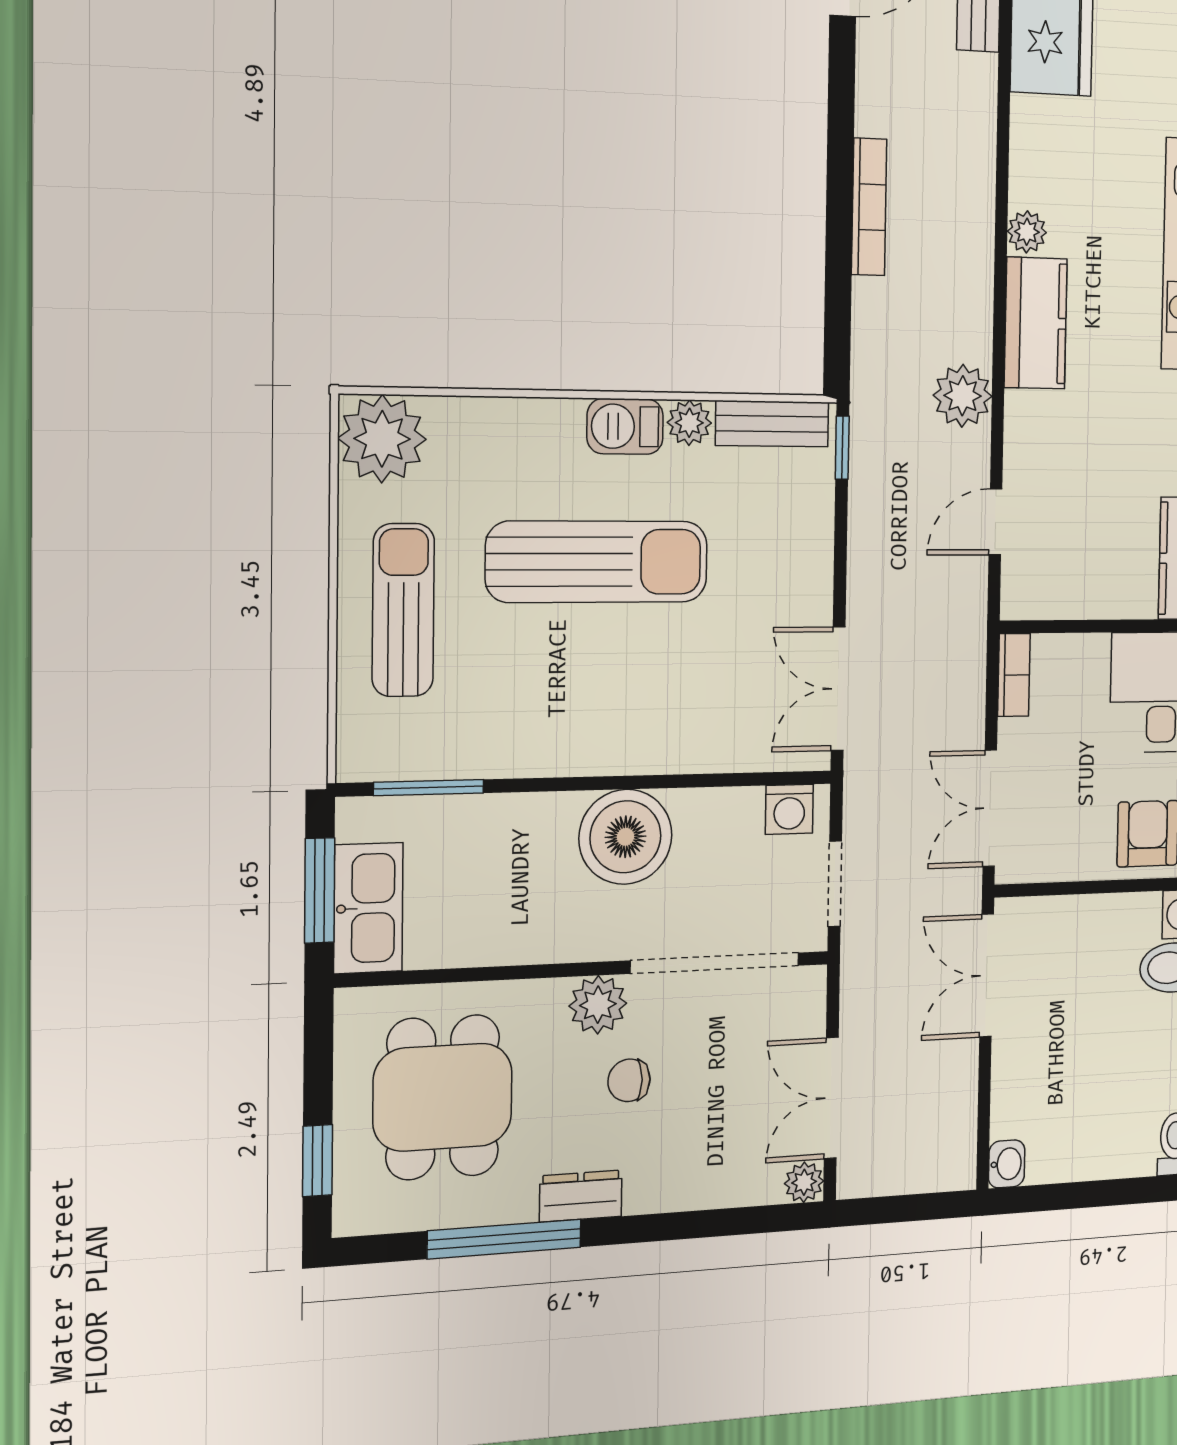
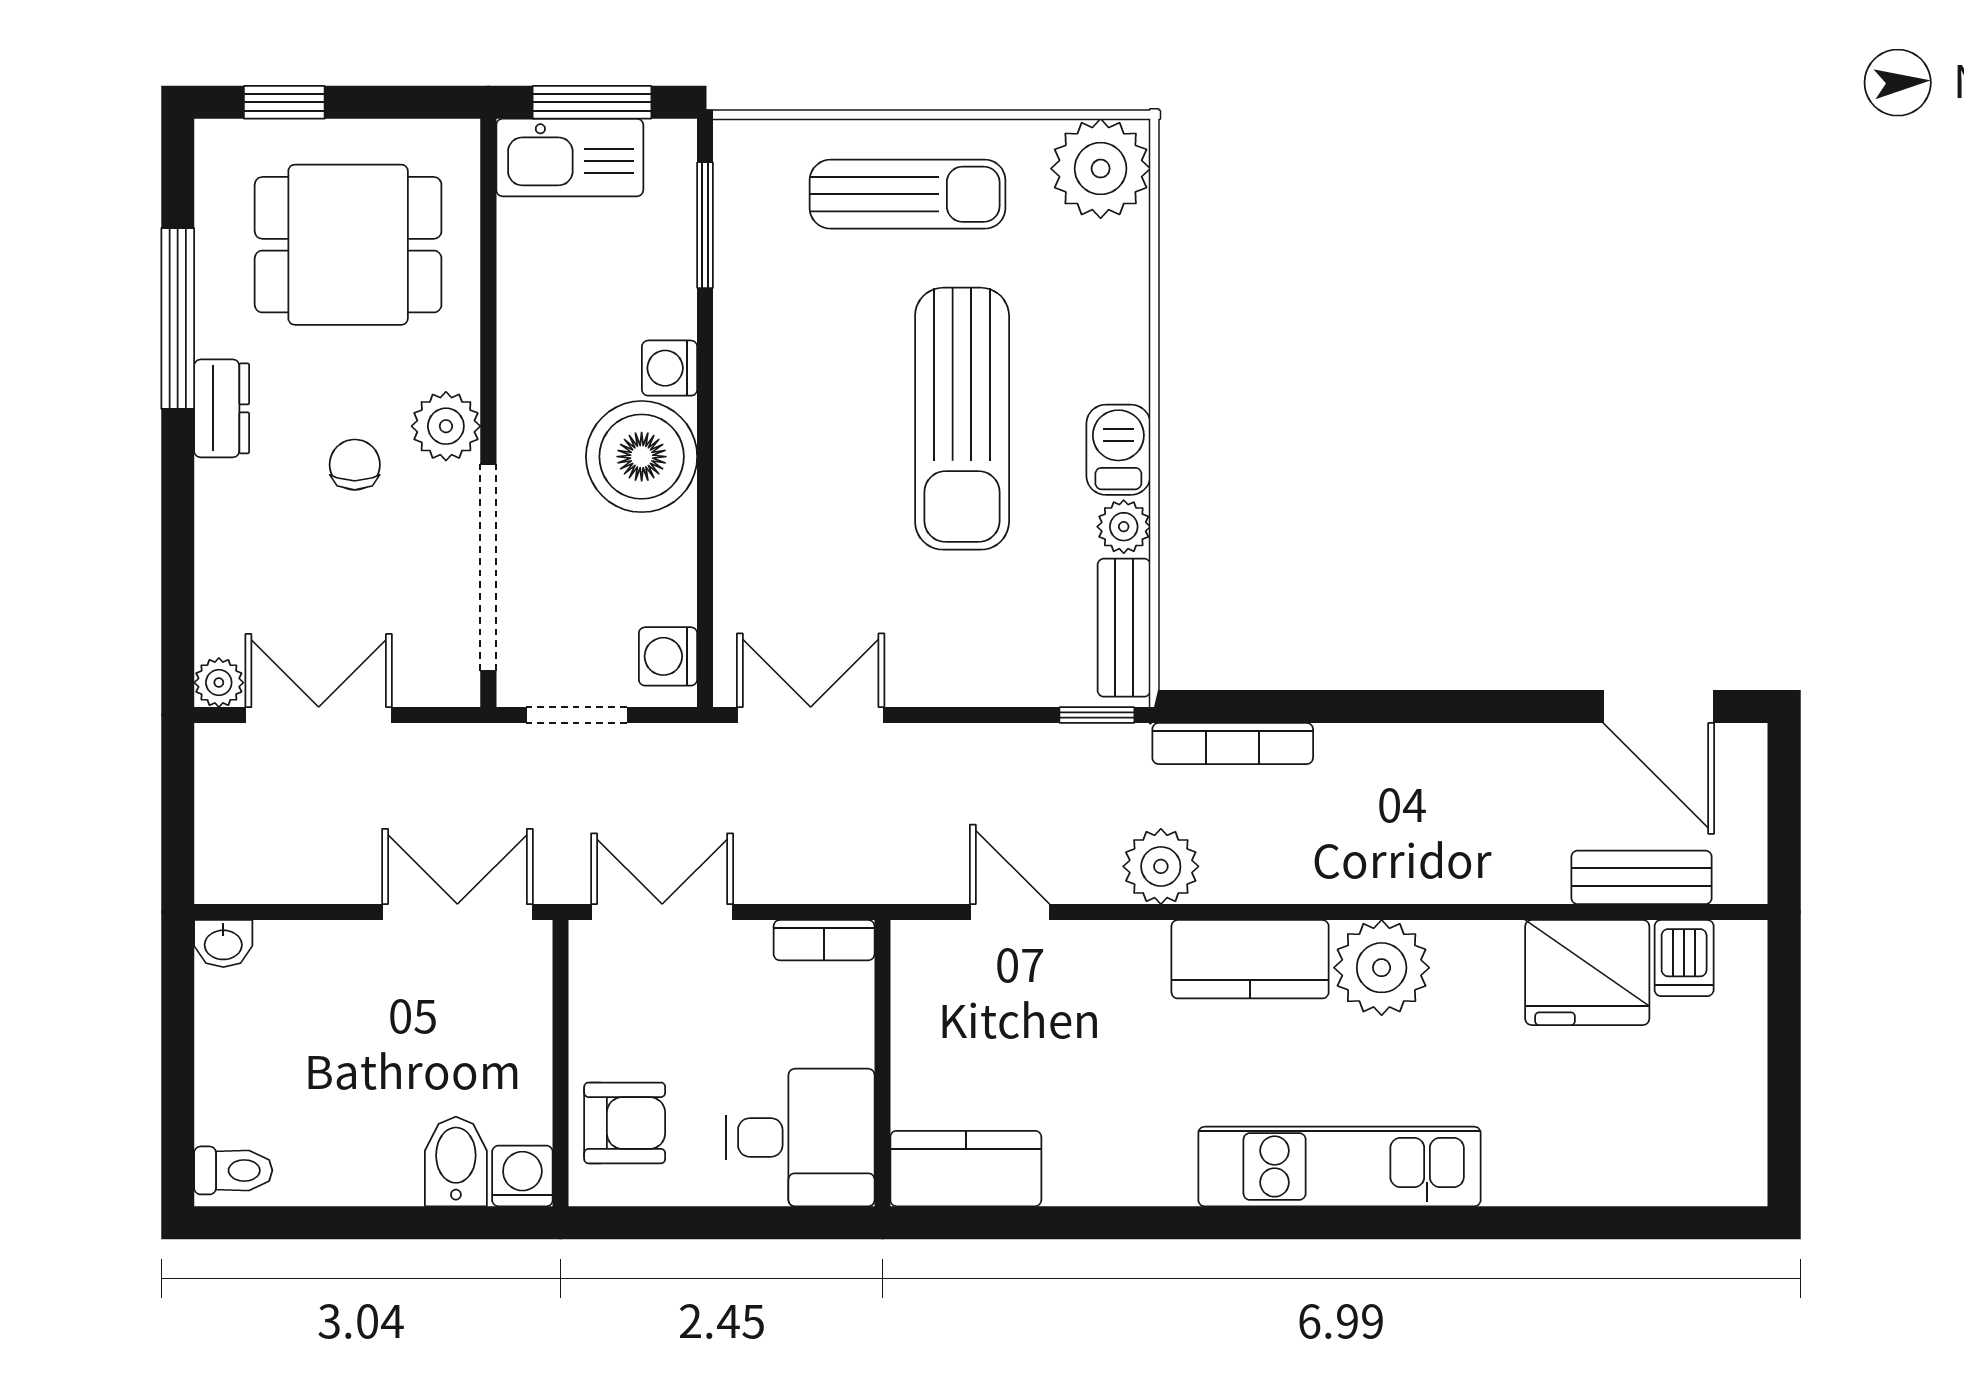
bookcase: (869, 207) -> (1233, 743), moved
plant: (1027, 232) -> (1382, 968), width x1.88, depth x1.88
washing machine: (551, 815) -> (670, 368), added

